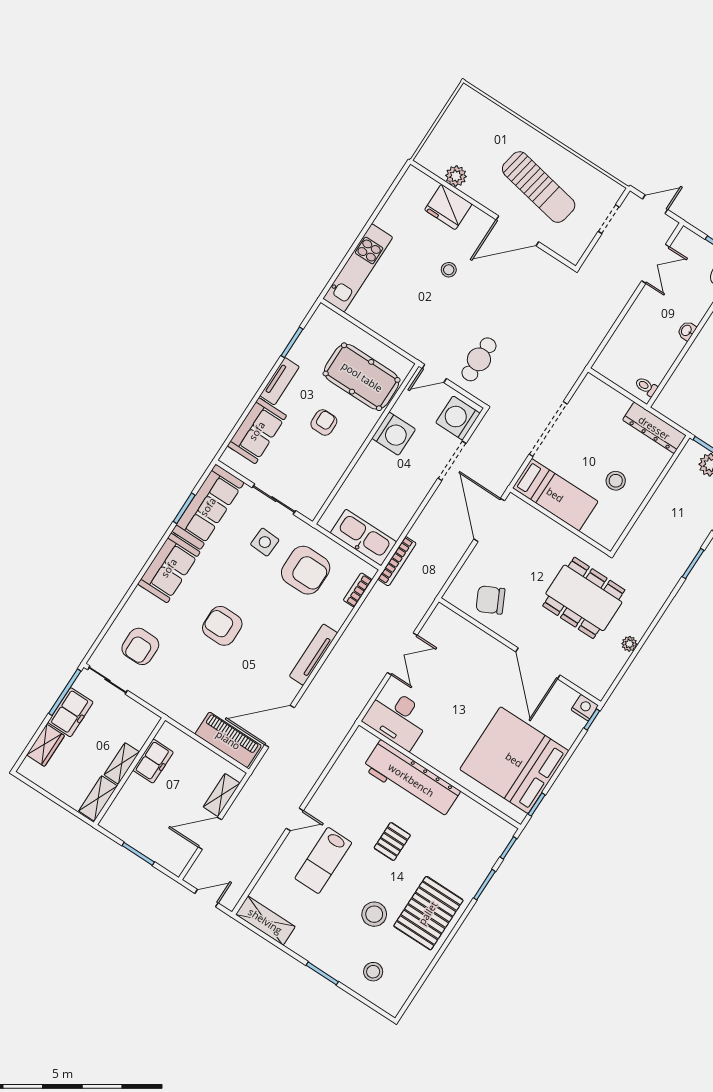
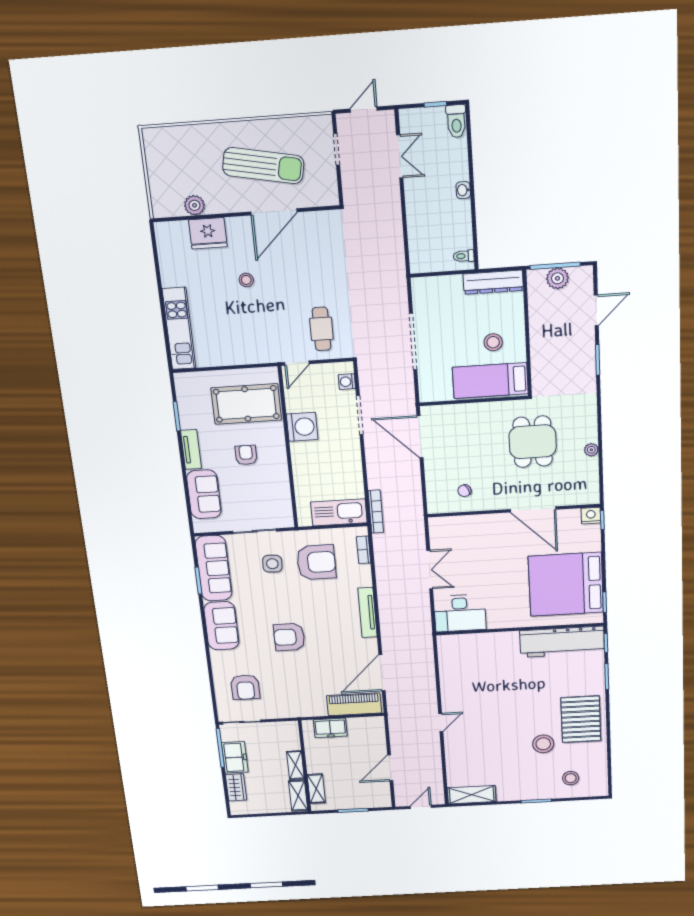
washing machine: (458, 418) -> (347, 382), width x0.53, depth x0.53
bed: (555, 495) -> (490, 381), moved, turned 180
dining table: (584, 598) -> (533, 442), width x0.73
chair: (490, 600) -> (464, 491), width x0.54, depth x0.54
freezer: (153, 761) -> (330, 728), moved, turned 90
workbench: (411, 780) -> (562, 642), moved
shelving: (222, 795) -> (316, 789), moved
pallet: (392, 842) -> (520, 692), removed
lab bench: (323, 860) -> (481, 734), removed

